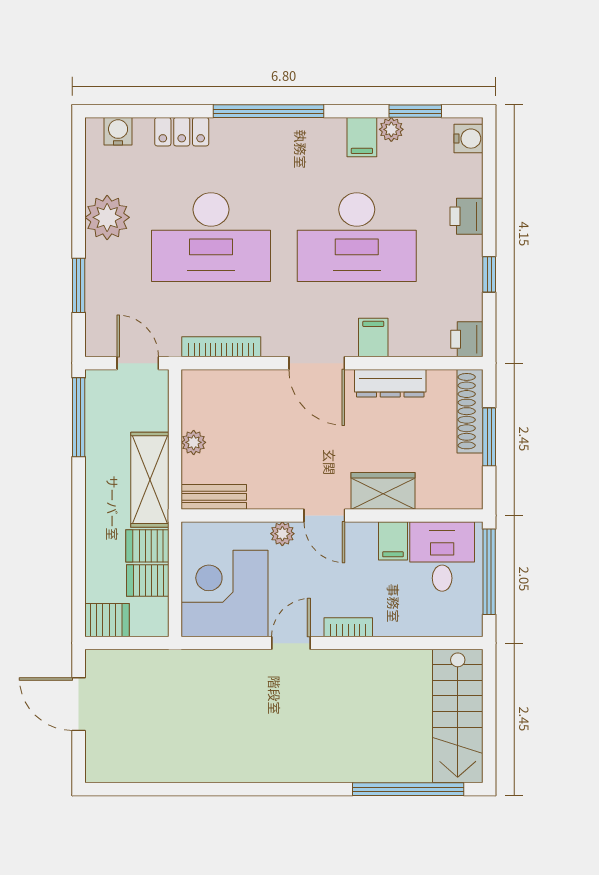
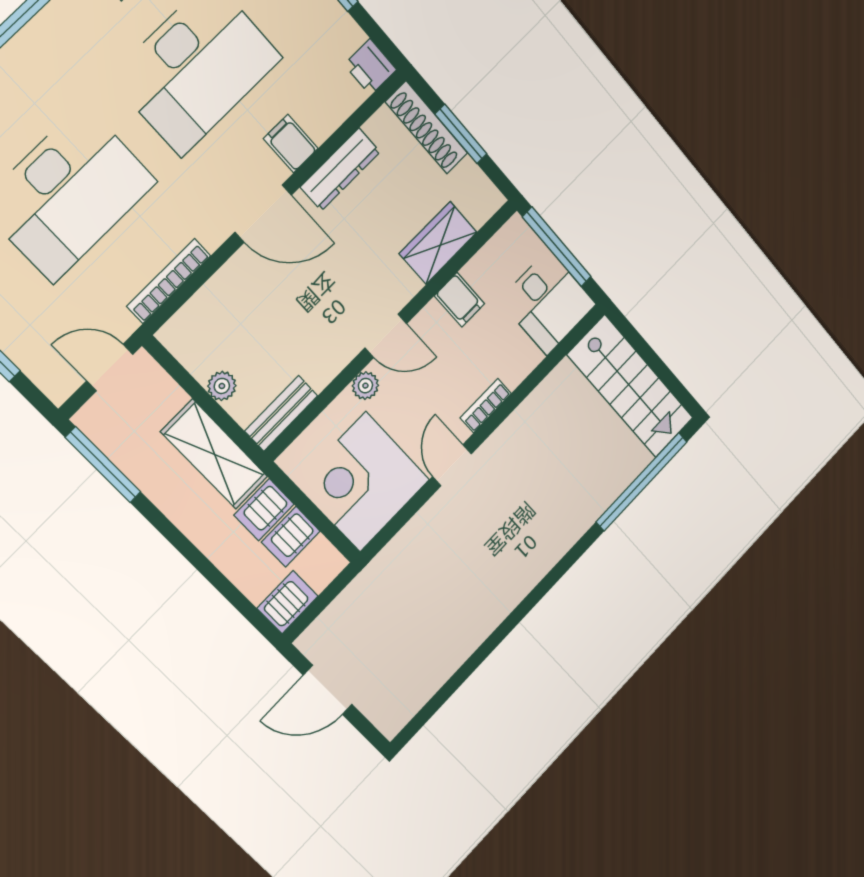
wardrobe: (383, 491) -> (438, 243), moved
desk: (442, 557) -> (548, 302), moved, turned 180

